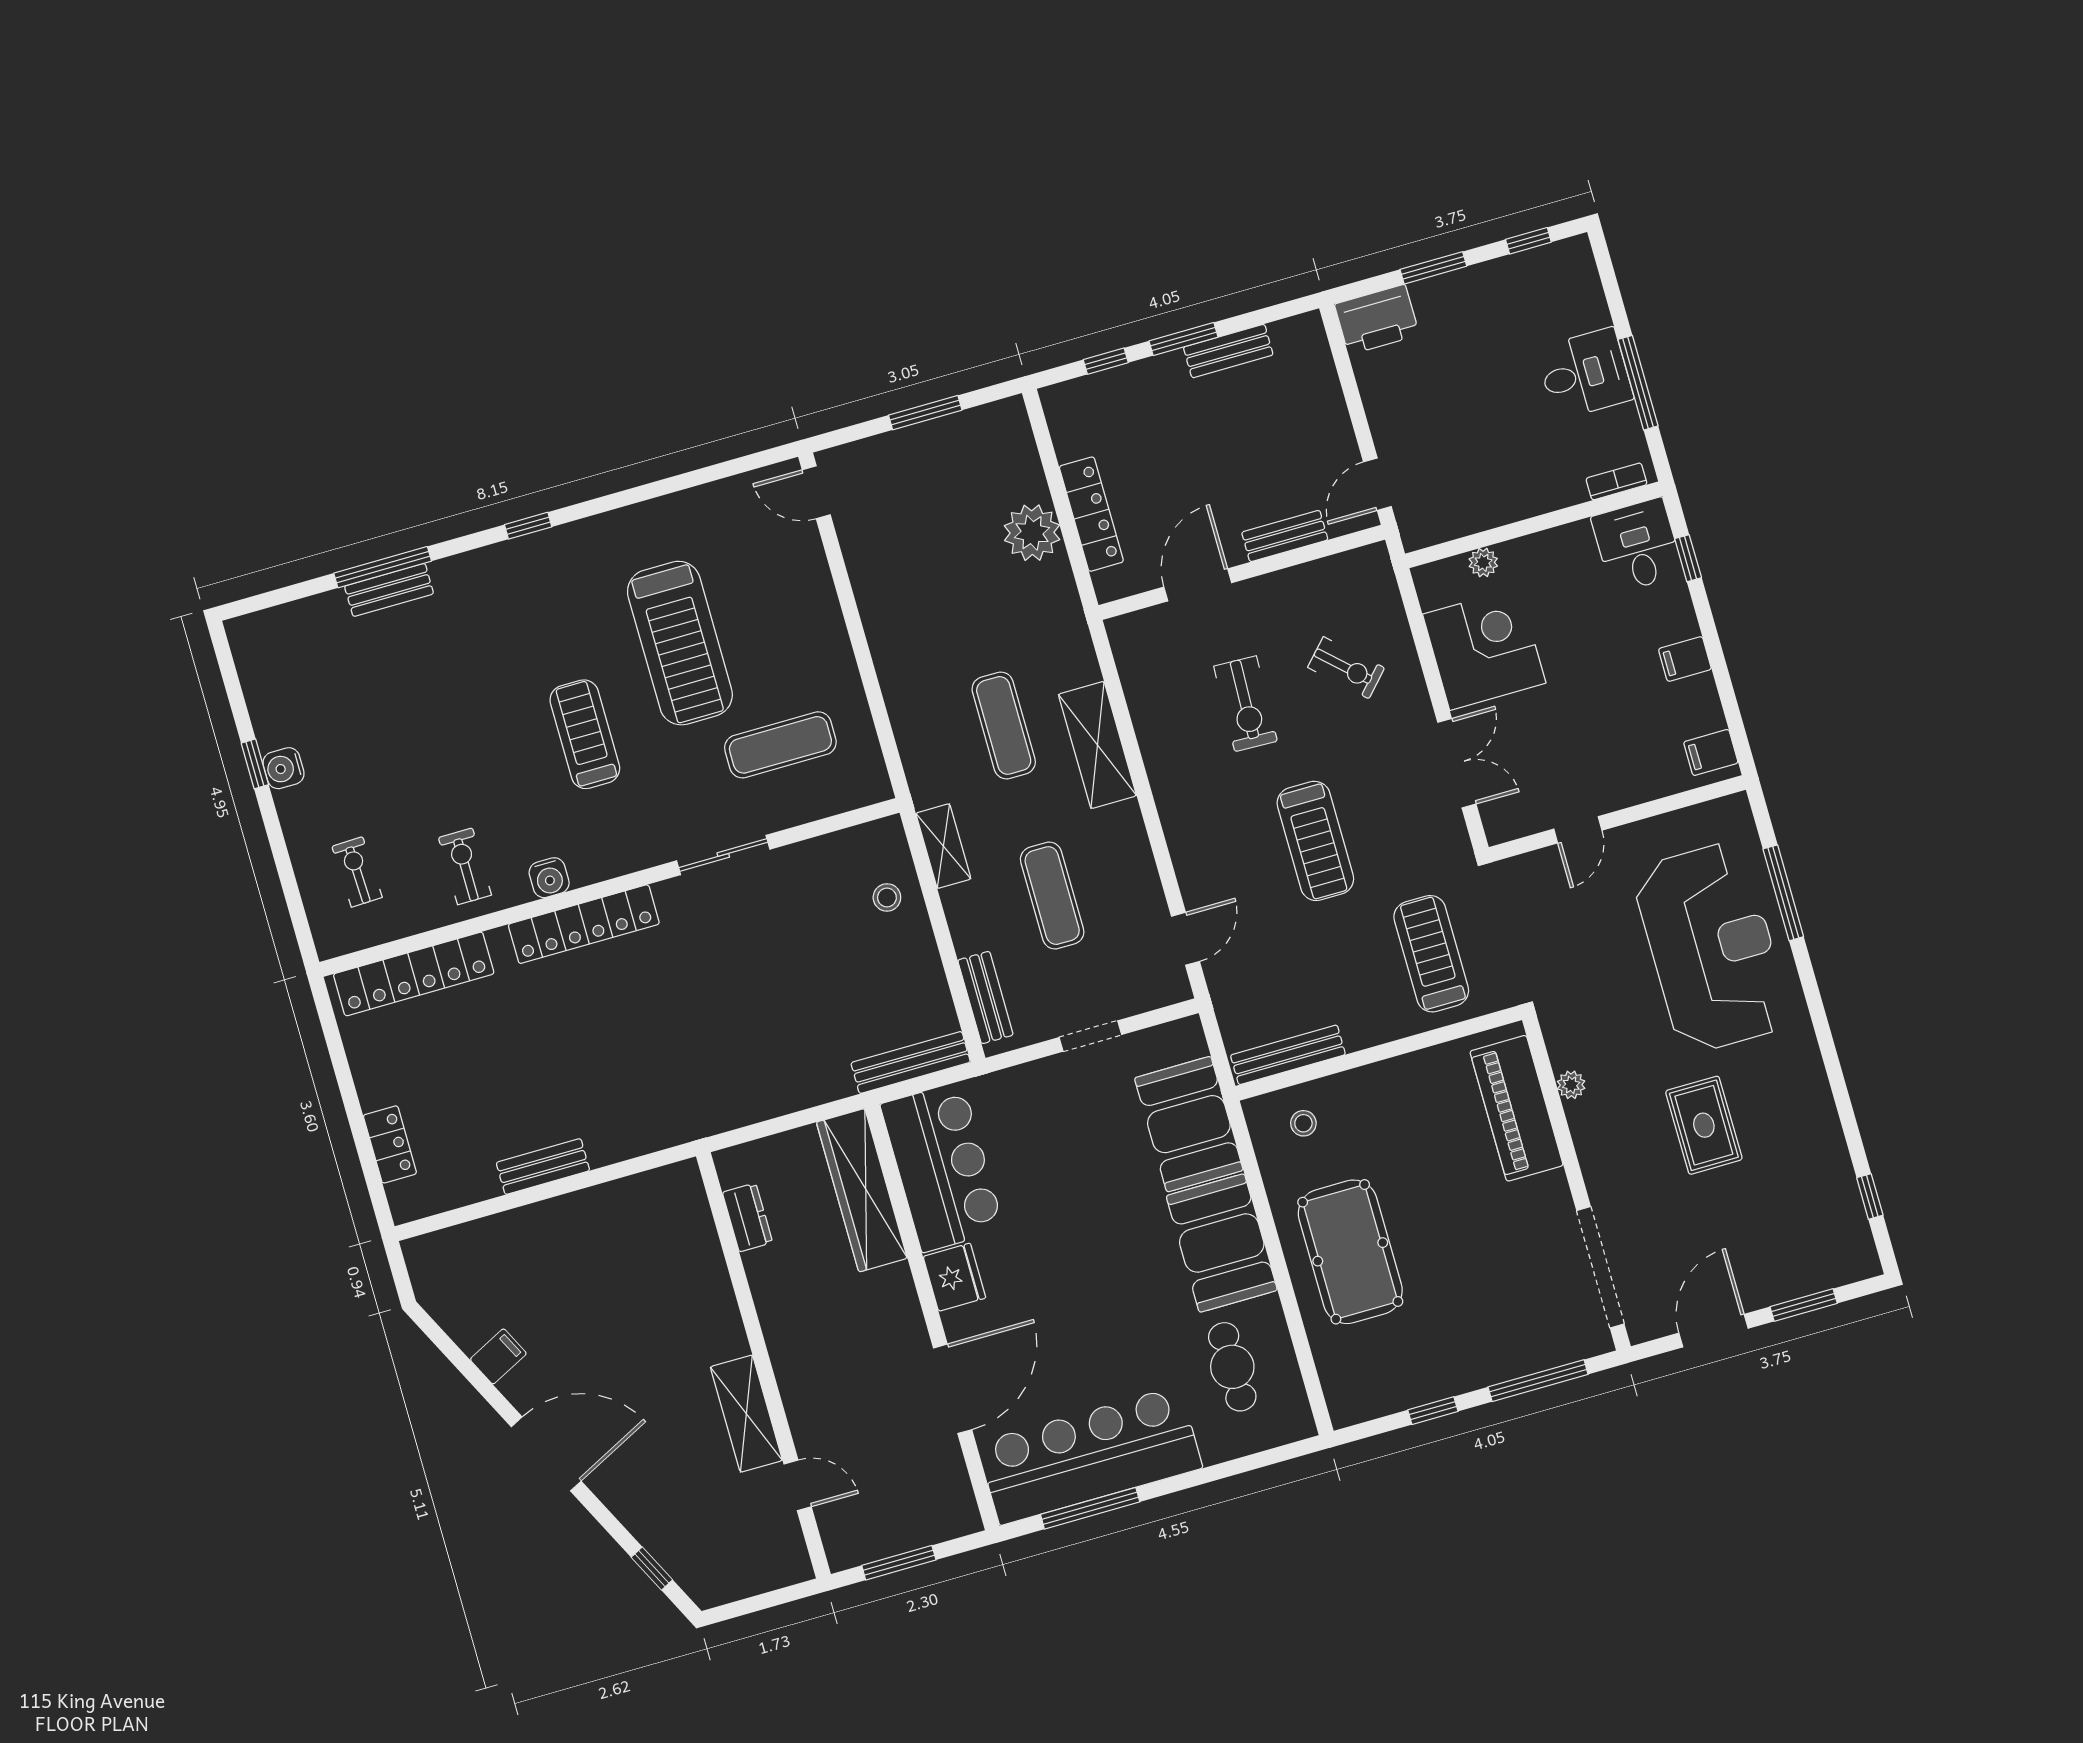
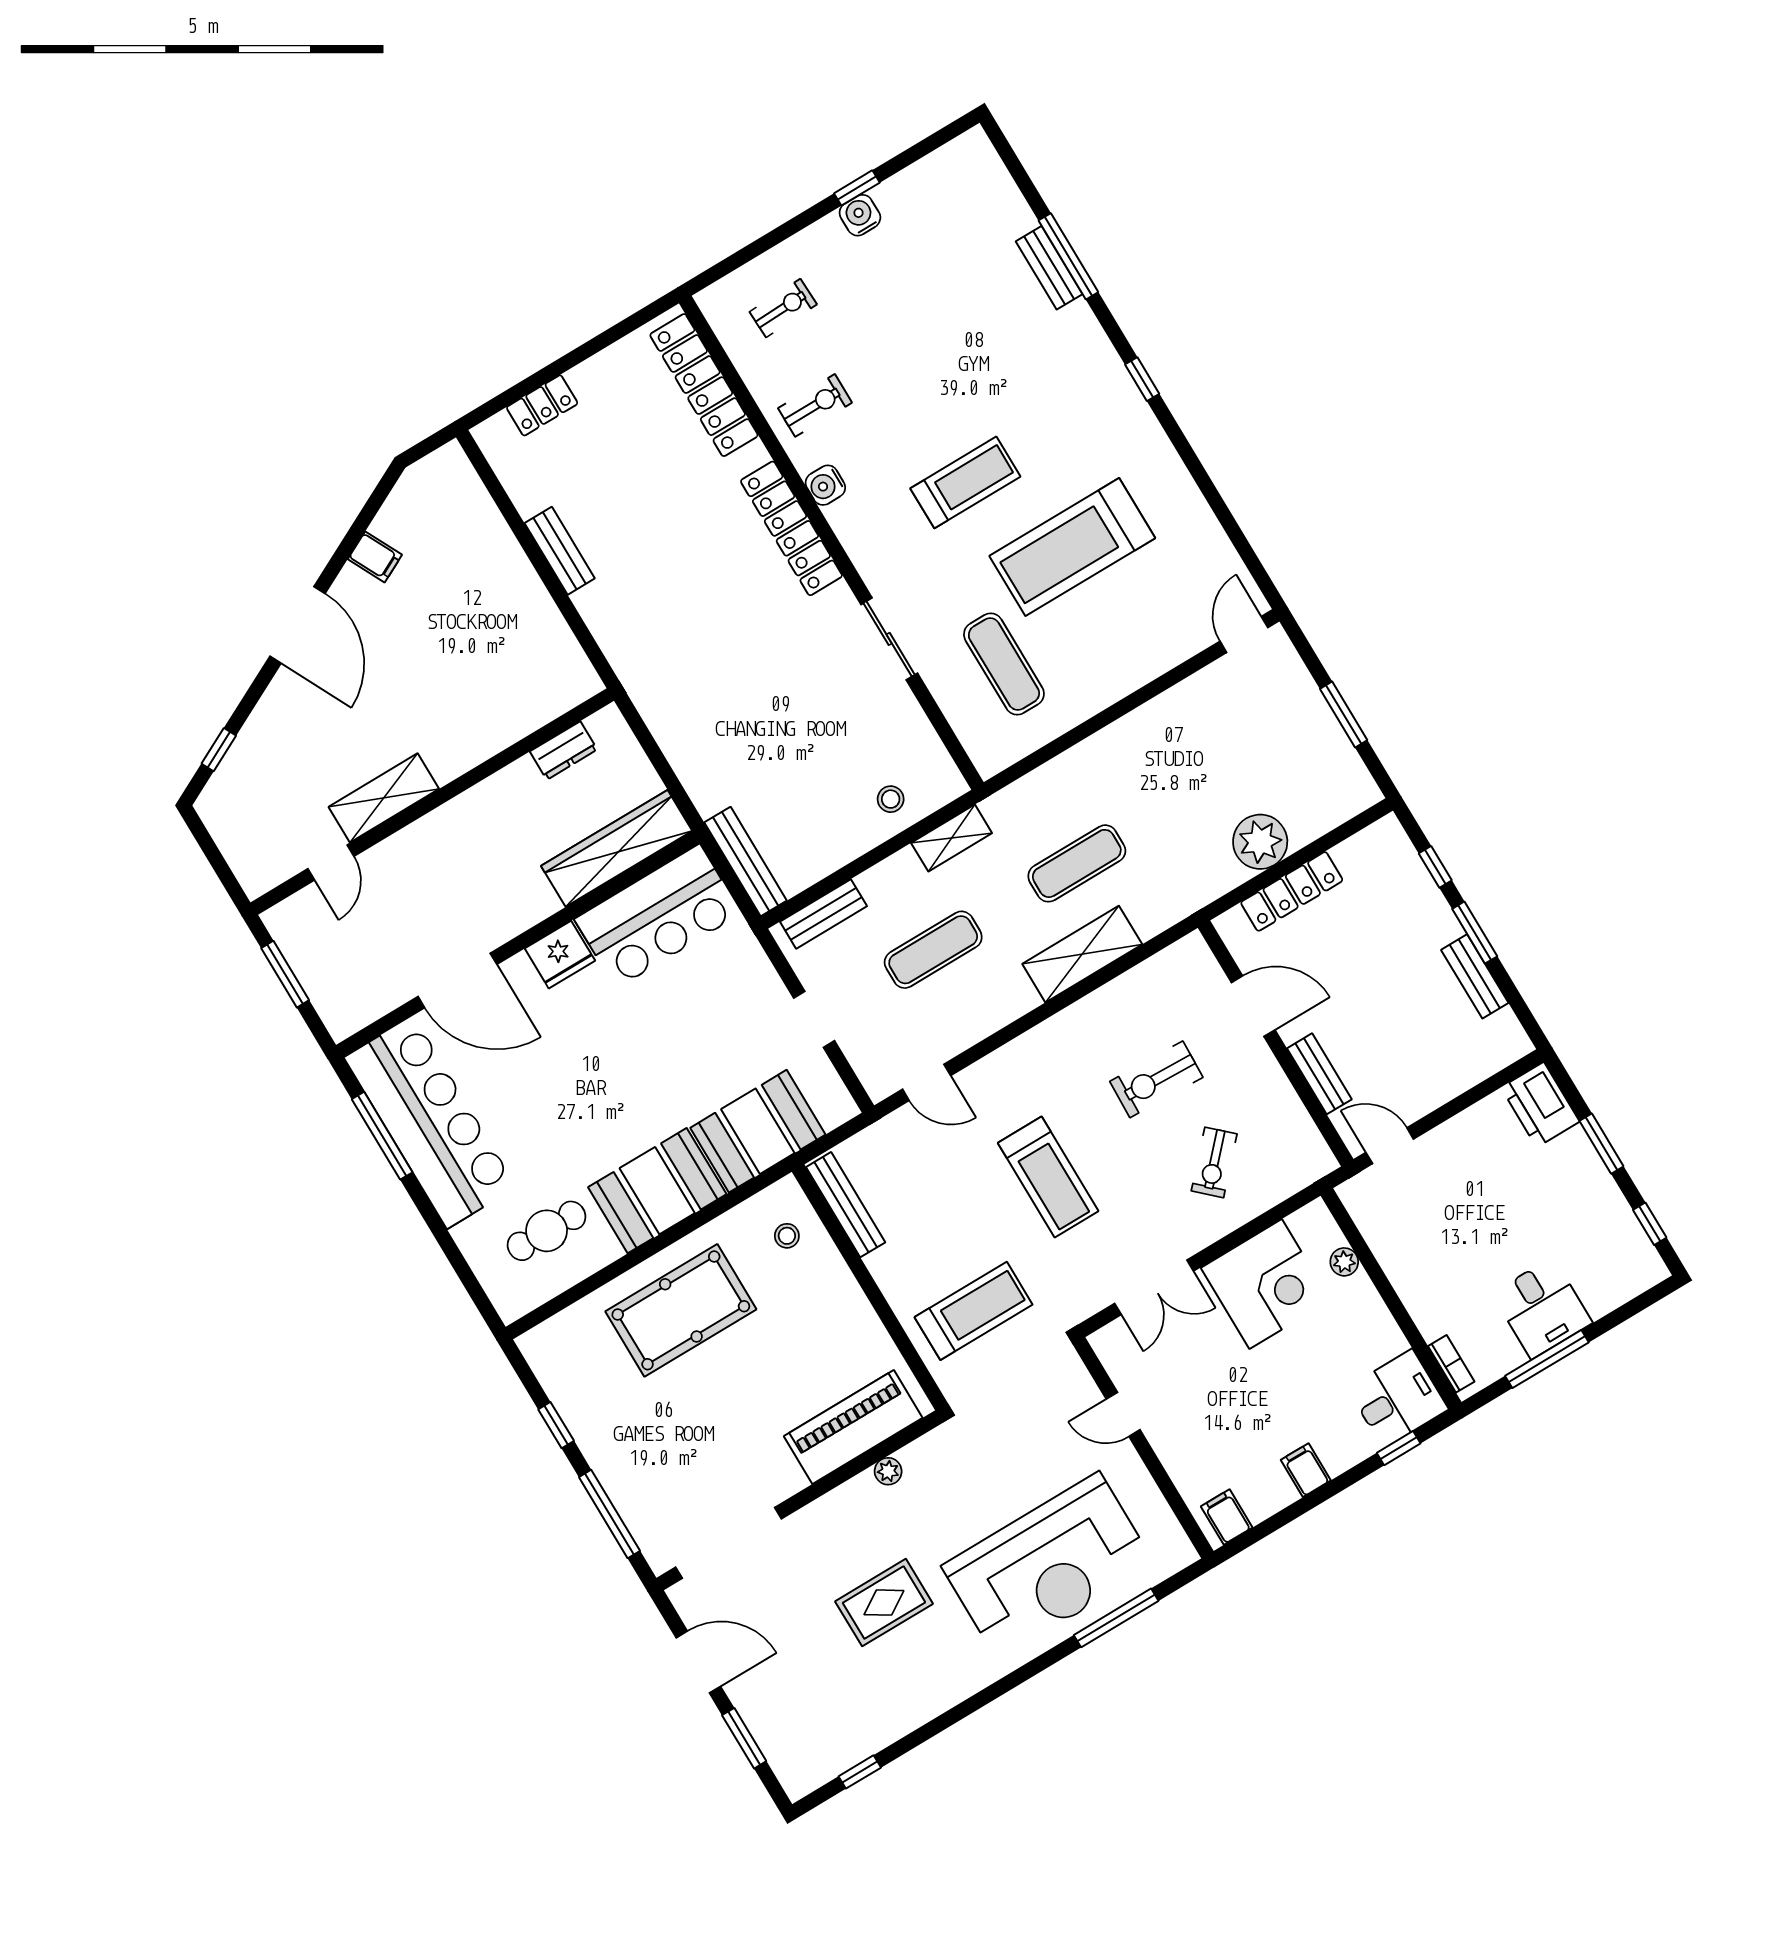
treadmill: (1315, 841) -> (1048, 1177), turned -90

